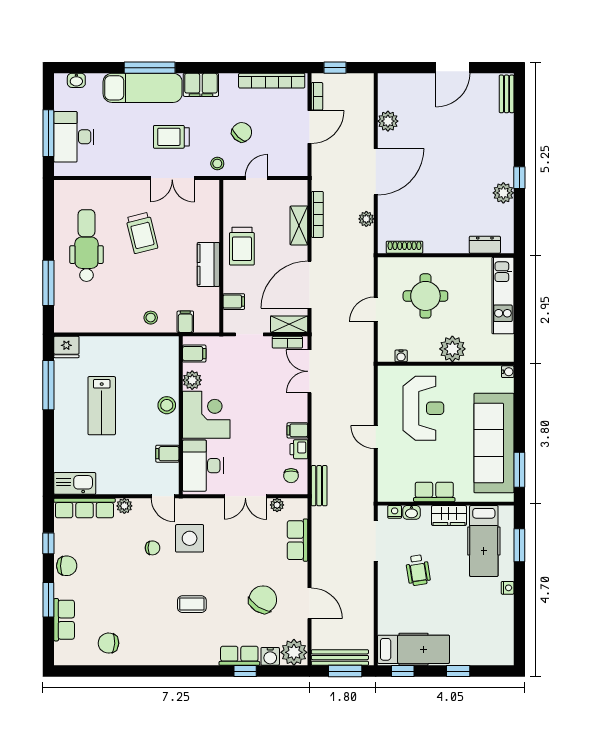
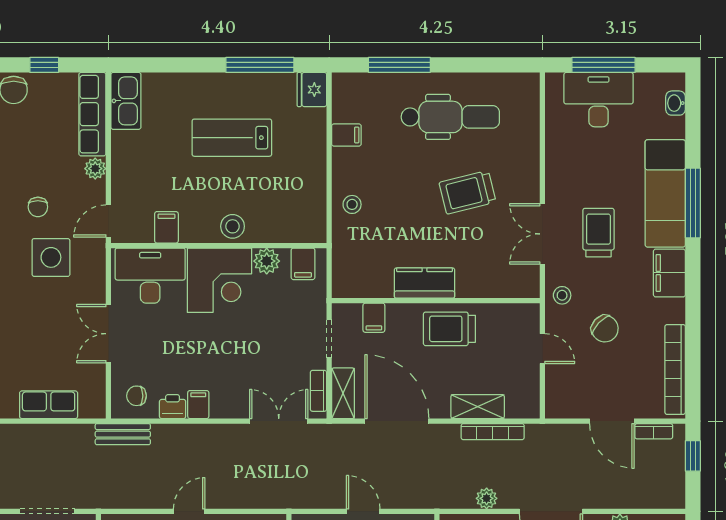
filing cabinet: (185, 322) -> (346, 135), moved
plant: (277, 505) -> (96, 377), removed

